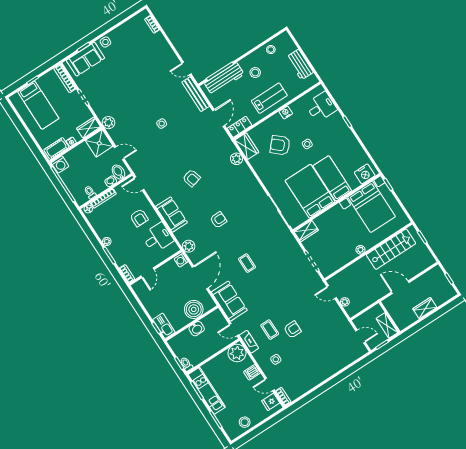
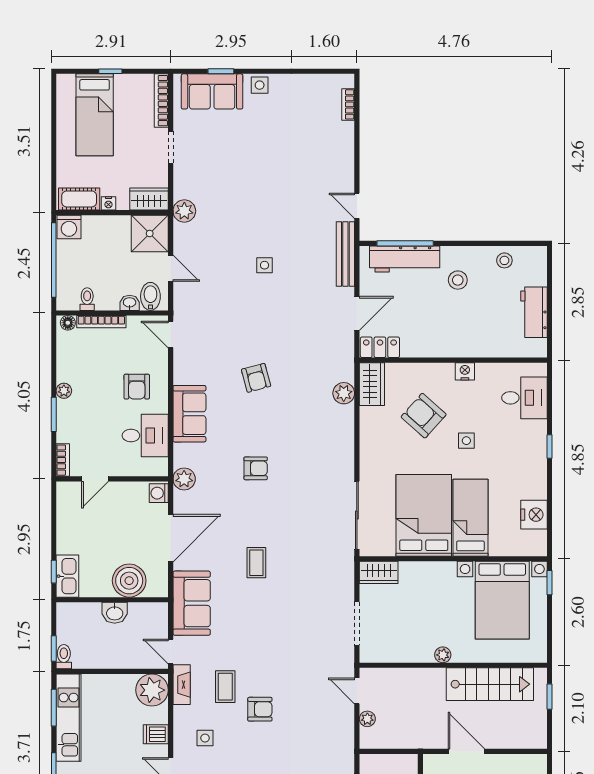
lab bench: (269, 98) -> (454, 333), removed
nightstand: (365, 174) -> (534, 515), moved, turned -90

